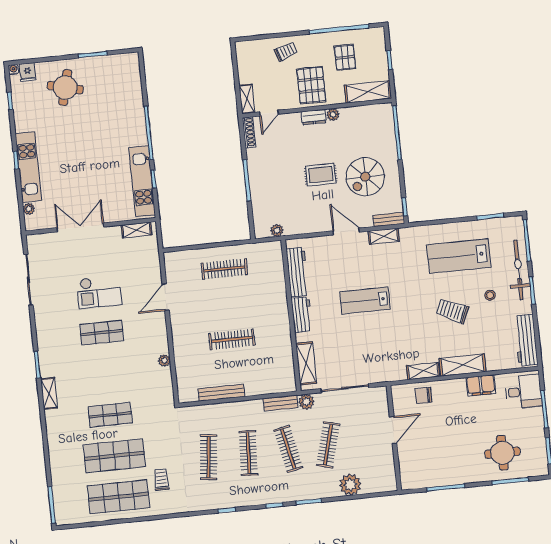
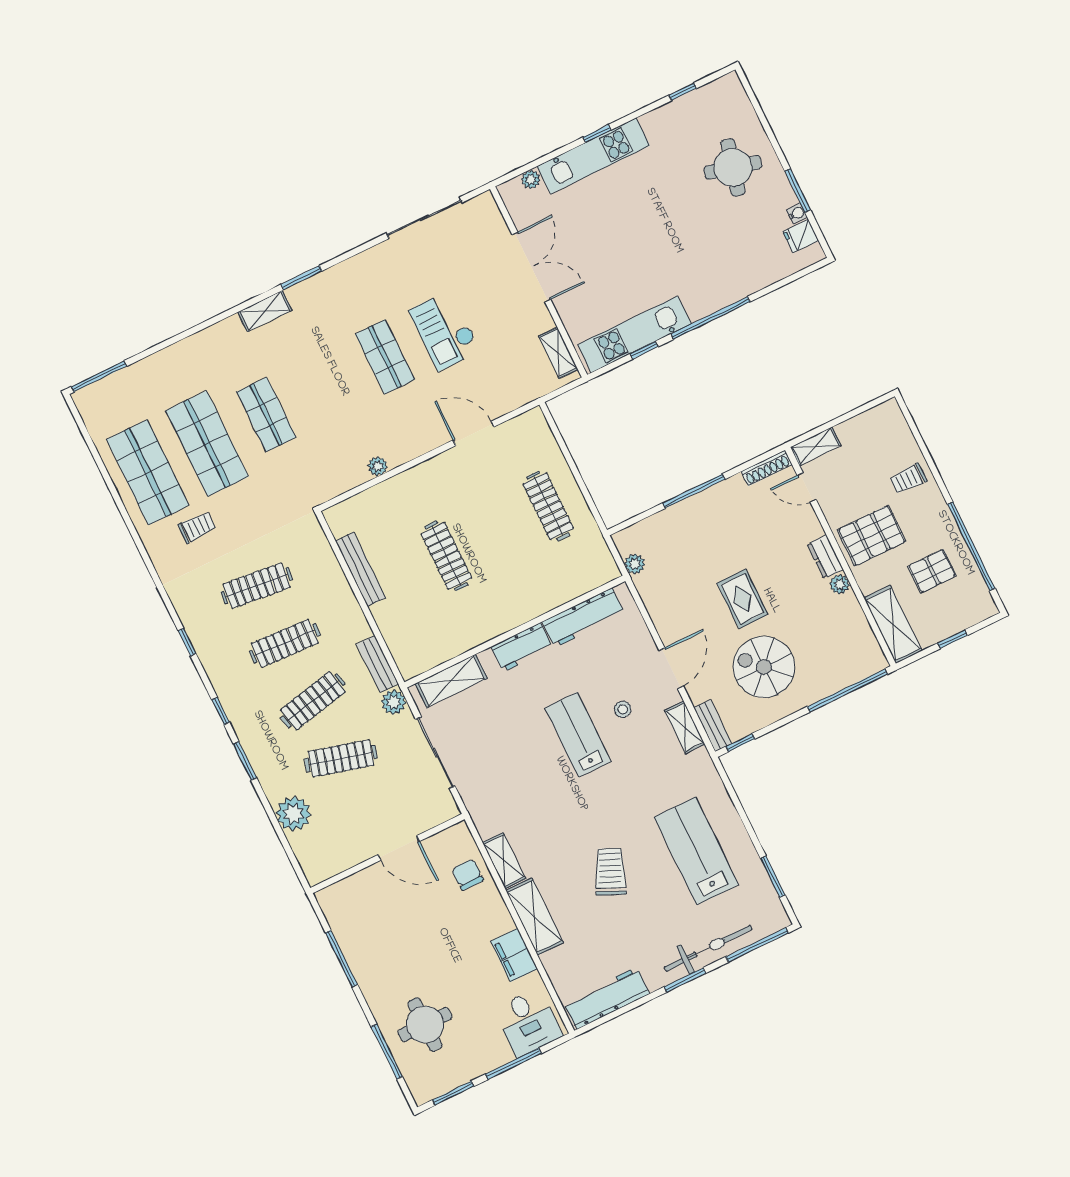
trolley: (286, 52) -> (908, 479), turned 109
water cooler: (13, 70) -> (797, 214), moved
fridge: (28, 72) -> (801, 236), moved
stool: (490, 295) -> (623, 709), moved

